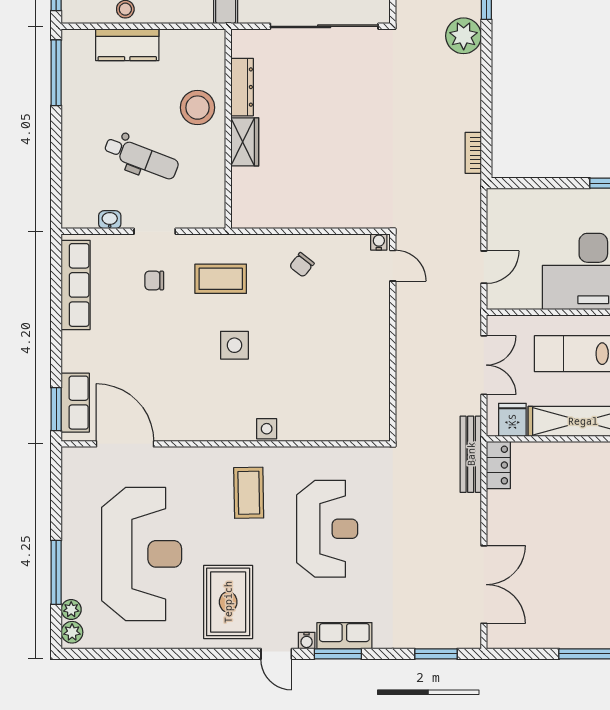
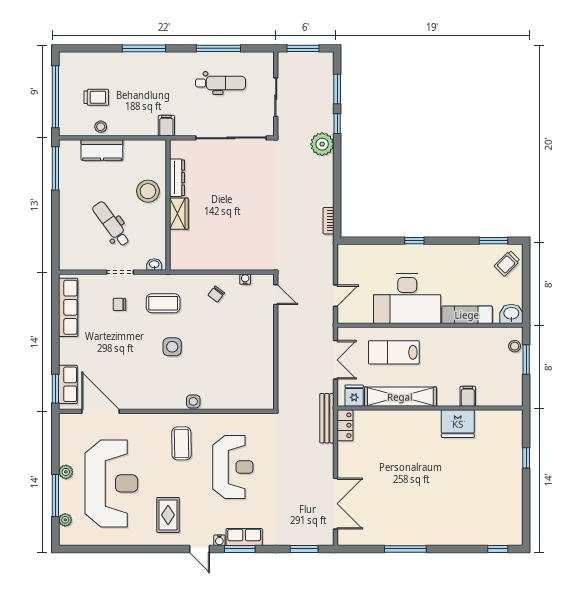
dental chair: (141, 158) -> (111, 224), turned -147
washbasin: (110, 220) -> (154, 265), moved
water cooler: (379, 242) -> (245, 279), moved
rug: (228, 602) -> (168, 515), width x0.73, depth x0.70
plant: (72, 632) -> (66, 472), moved

